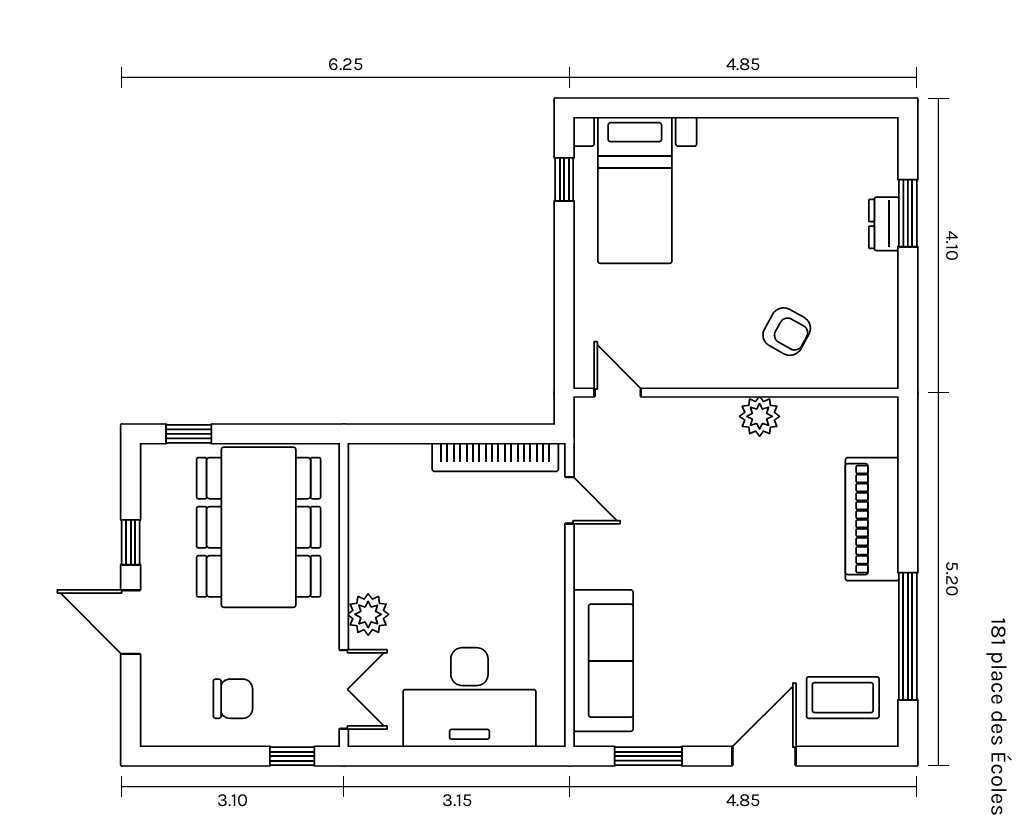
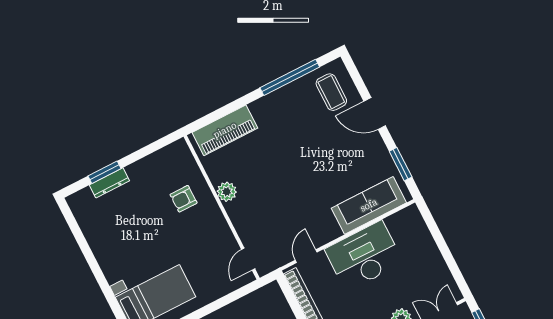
dresser: (884, 224) -> (109, 183), width x1.44
armchair: (787, 332) -> (184, 199), turned -119
piano: (872, 519) -> (225, 130), moved
desk: (469, 697) -> (364, 256), moved, turned -90

